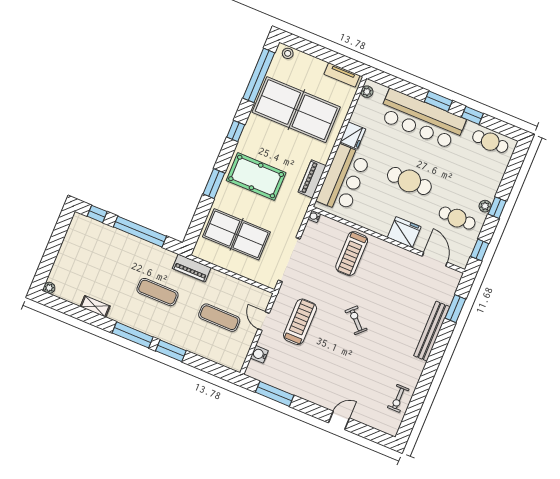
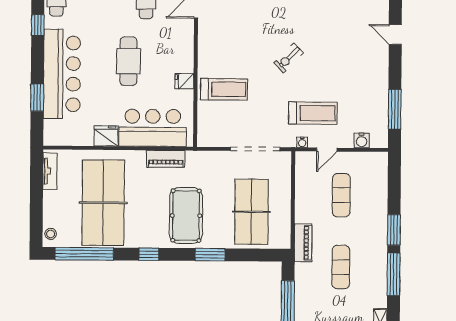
plant: (367, 92) -> (57, 140), removed
window: (438, 101) -> (37, 98), moved
water cooler: (314, 216) -> (302, 142), moved
fridge: (404, 232) -> (184, 81), moved, width x0.53, depth x0.75
treadmill: (300, 322) -> (313, 113), turned 180

